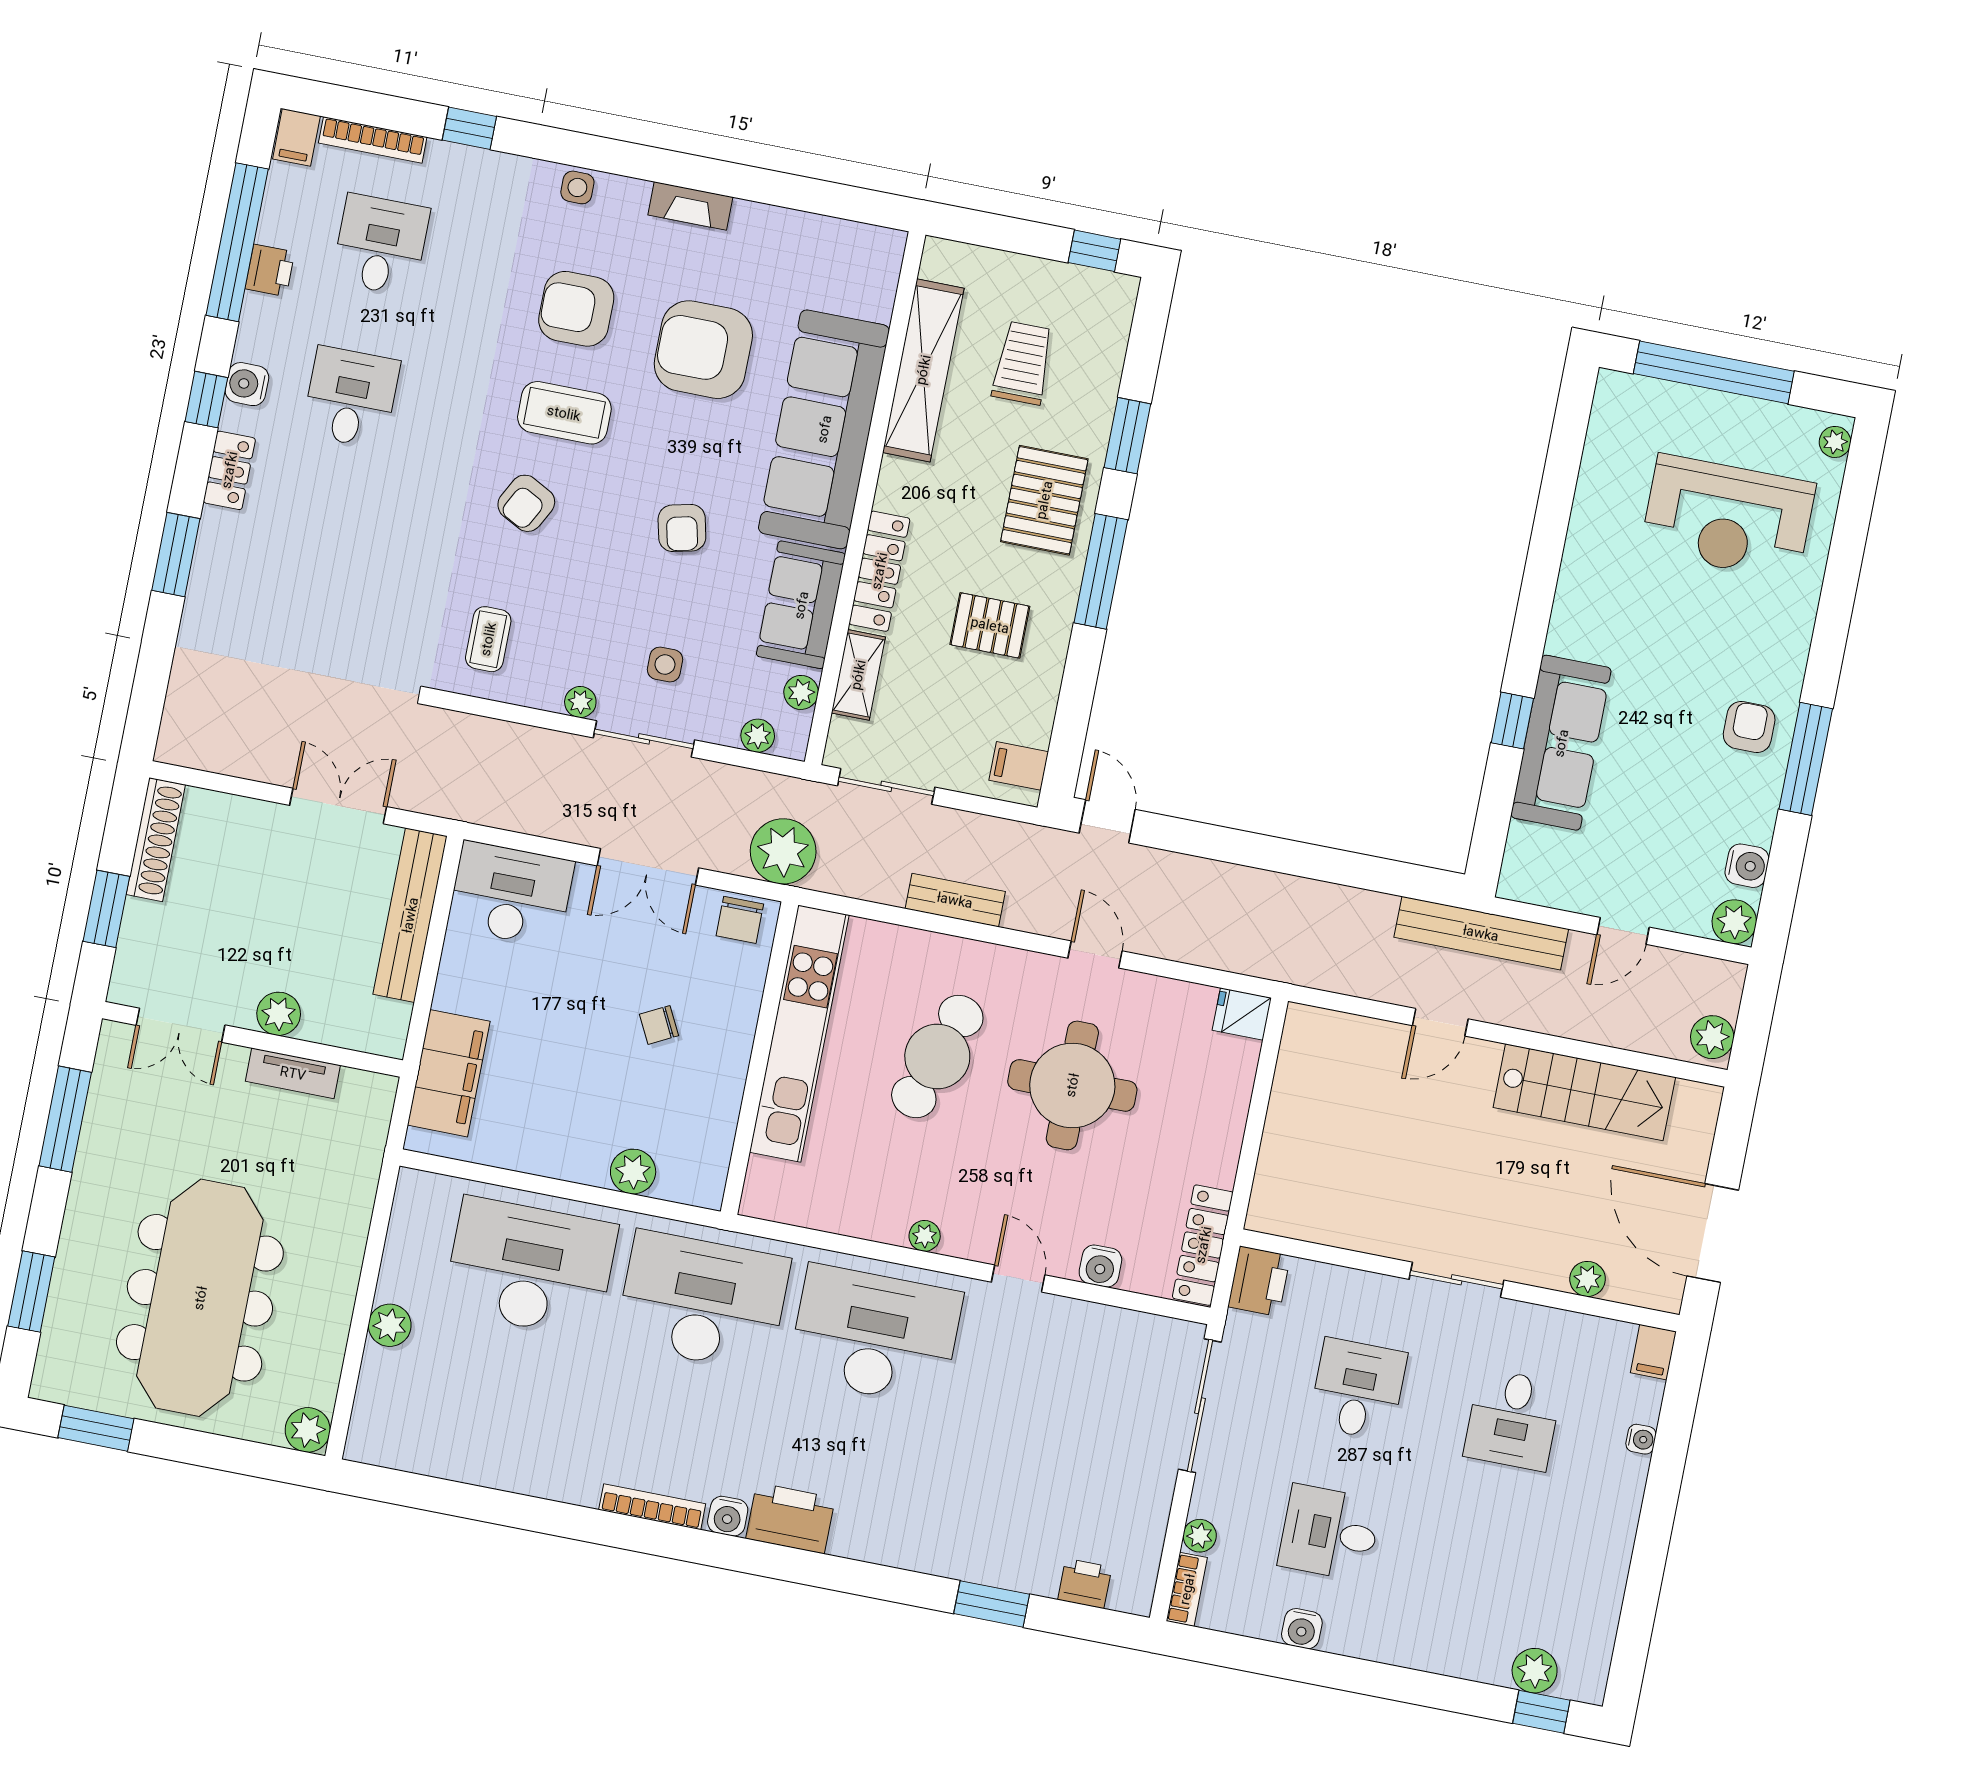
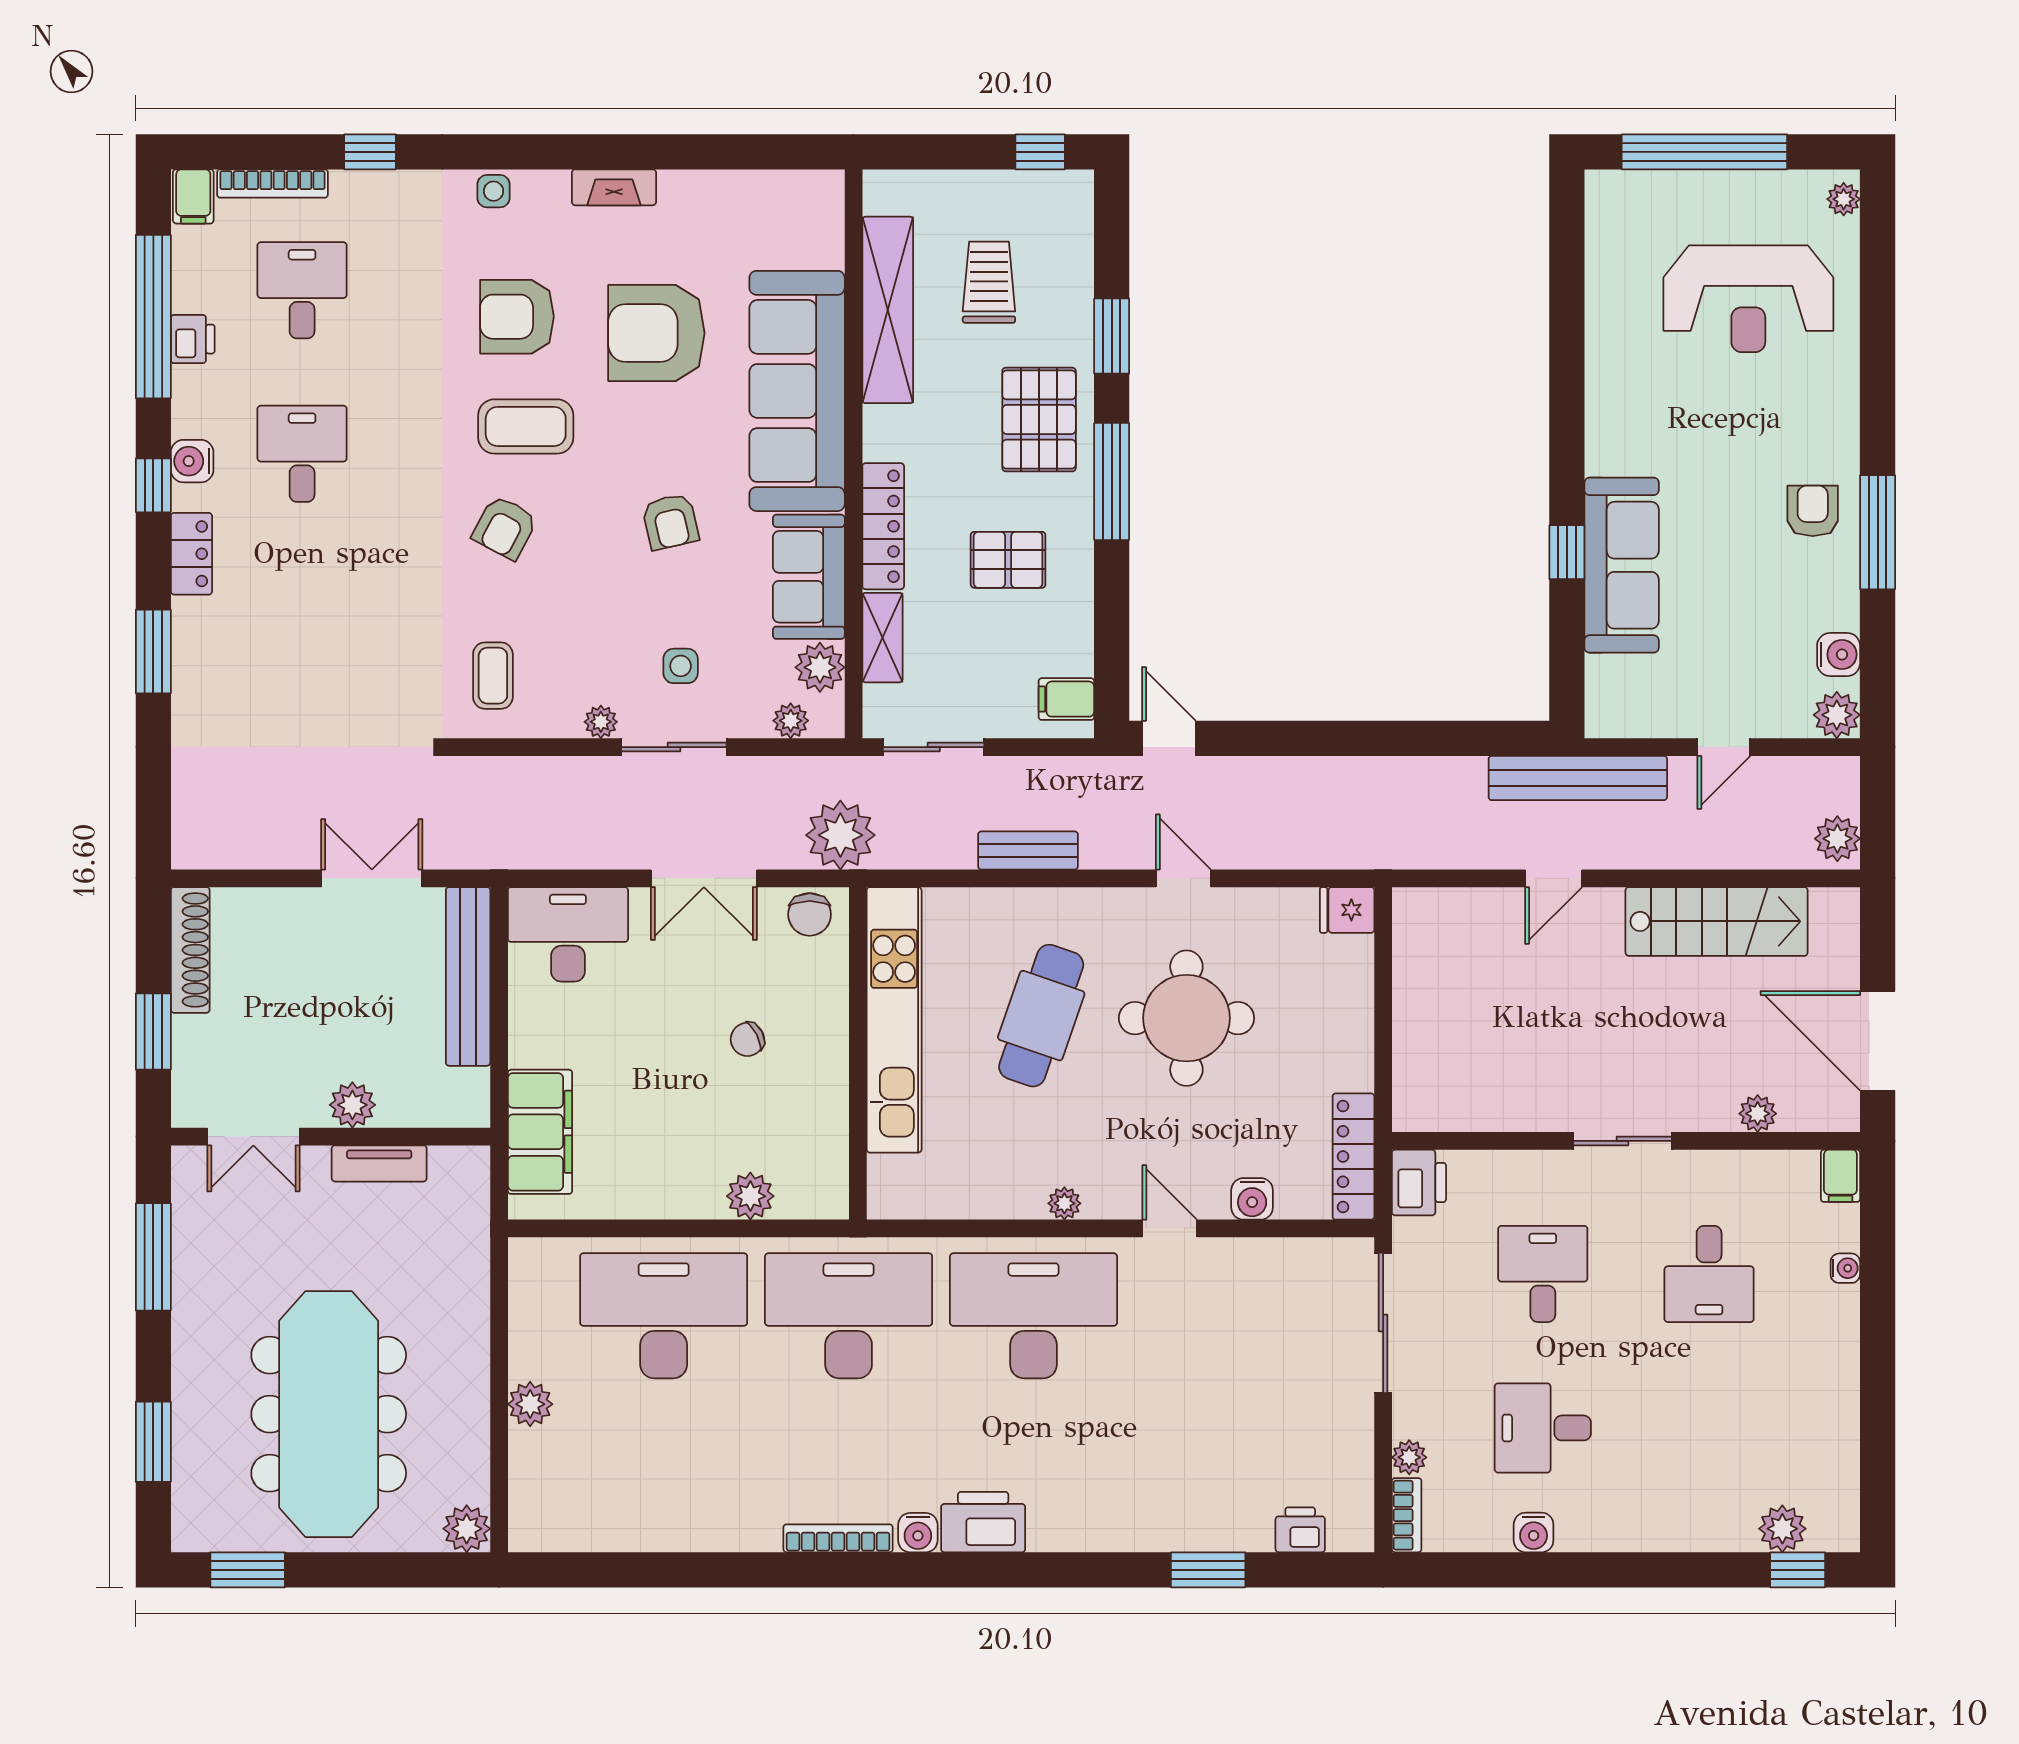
plant: (801, 692) -> (820, 667), width x1.38, depth x1.38

